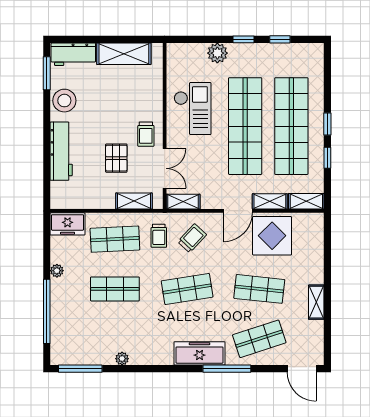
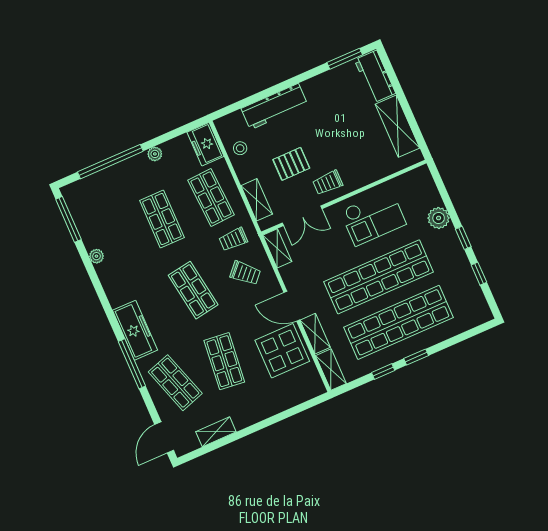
stool: (64, 101) -> (240, 148), moved, width x0.53, depth x0.53
shelving: (316, 302) -> (216, 432), moved

